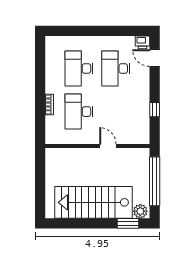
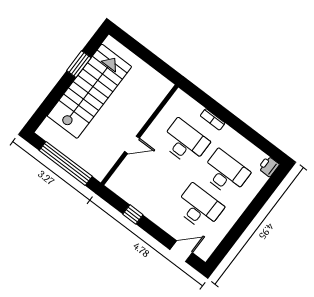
printer: (142, 42) -> (269, 166), moved
plant: (140, 211) -> (48, 129), removed
window: (128, 223) -> (79, 64), moved

